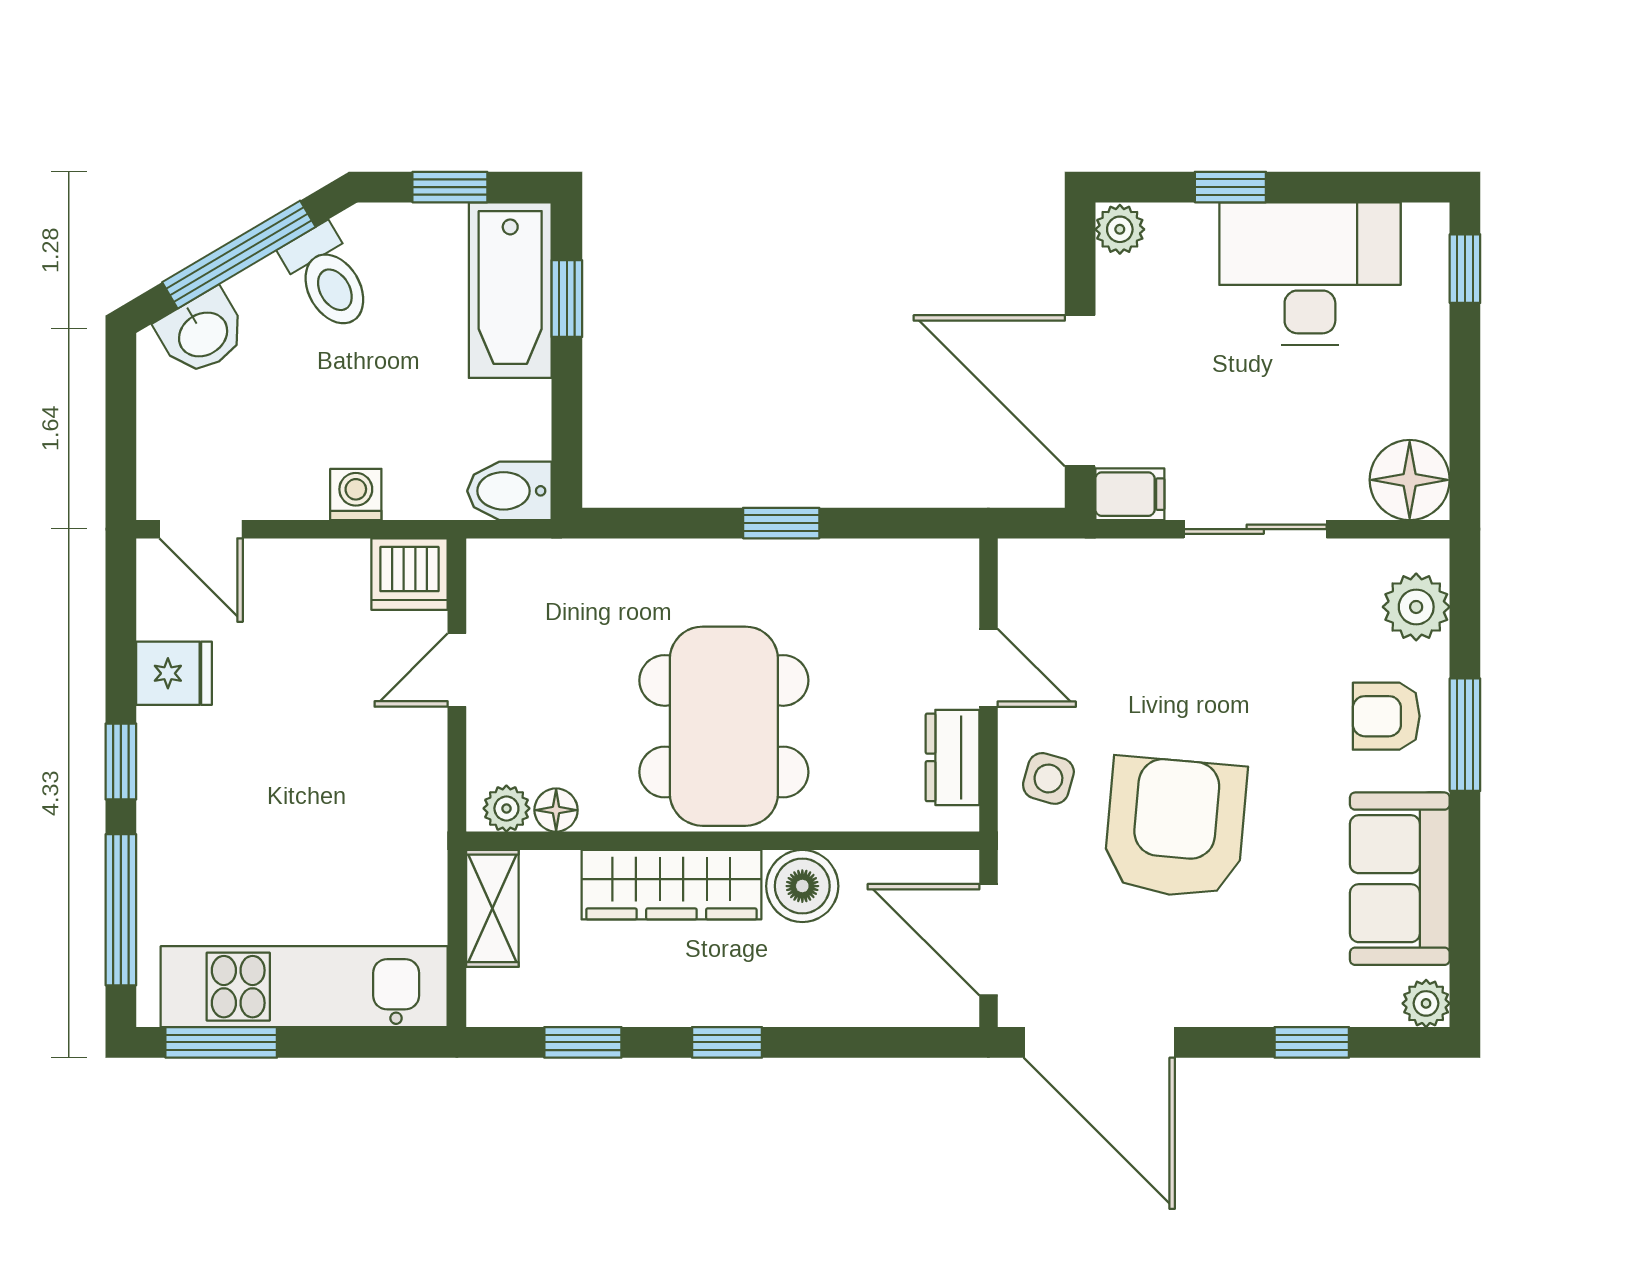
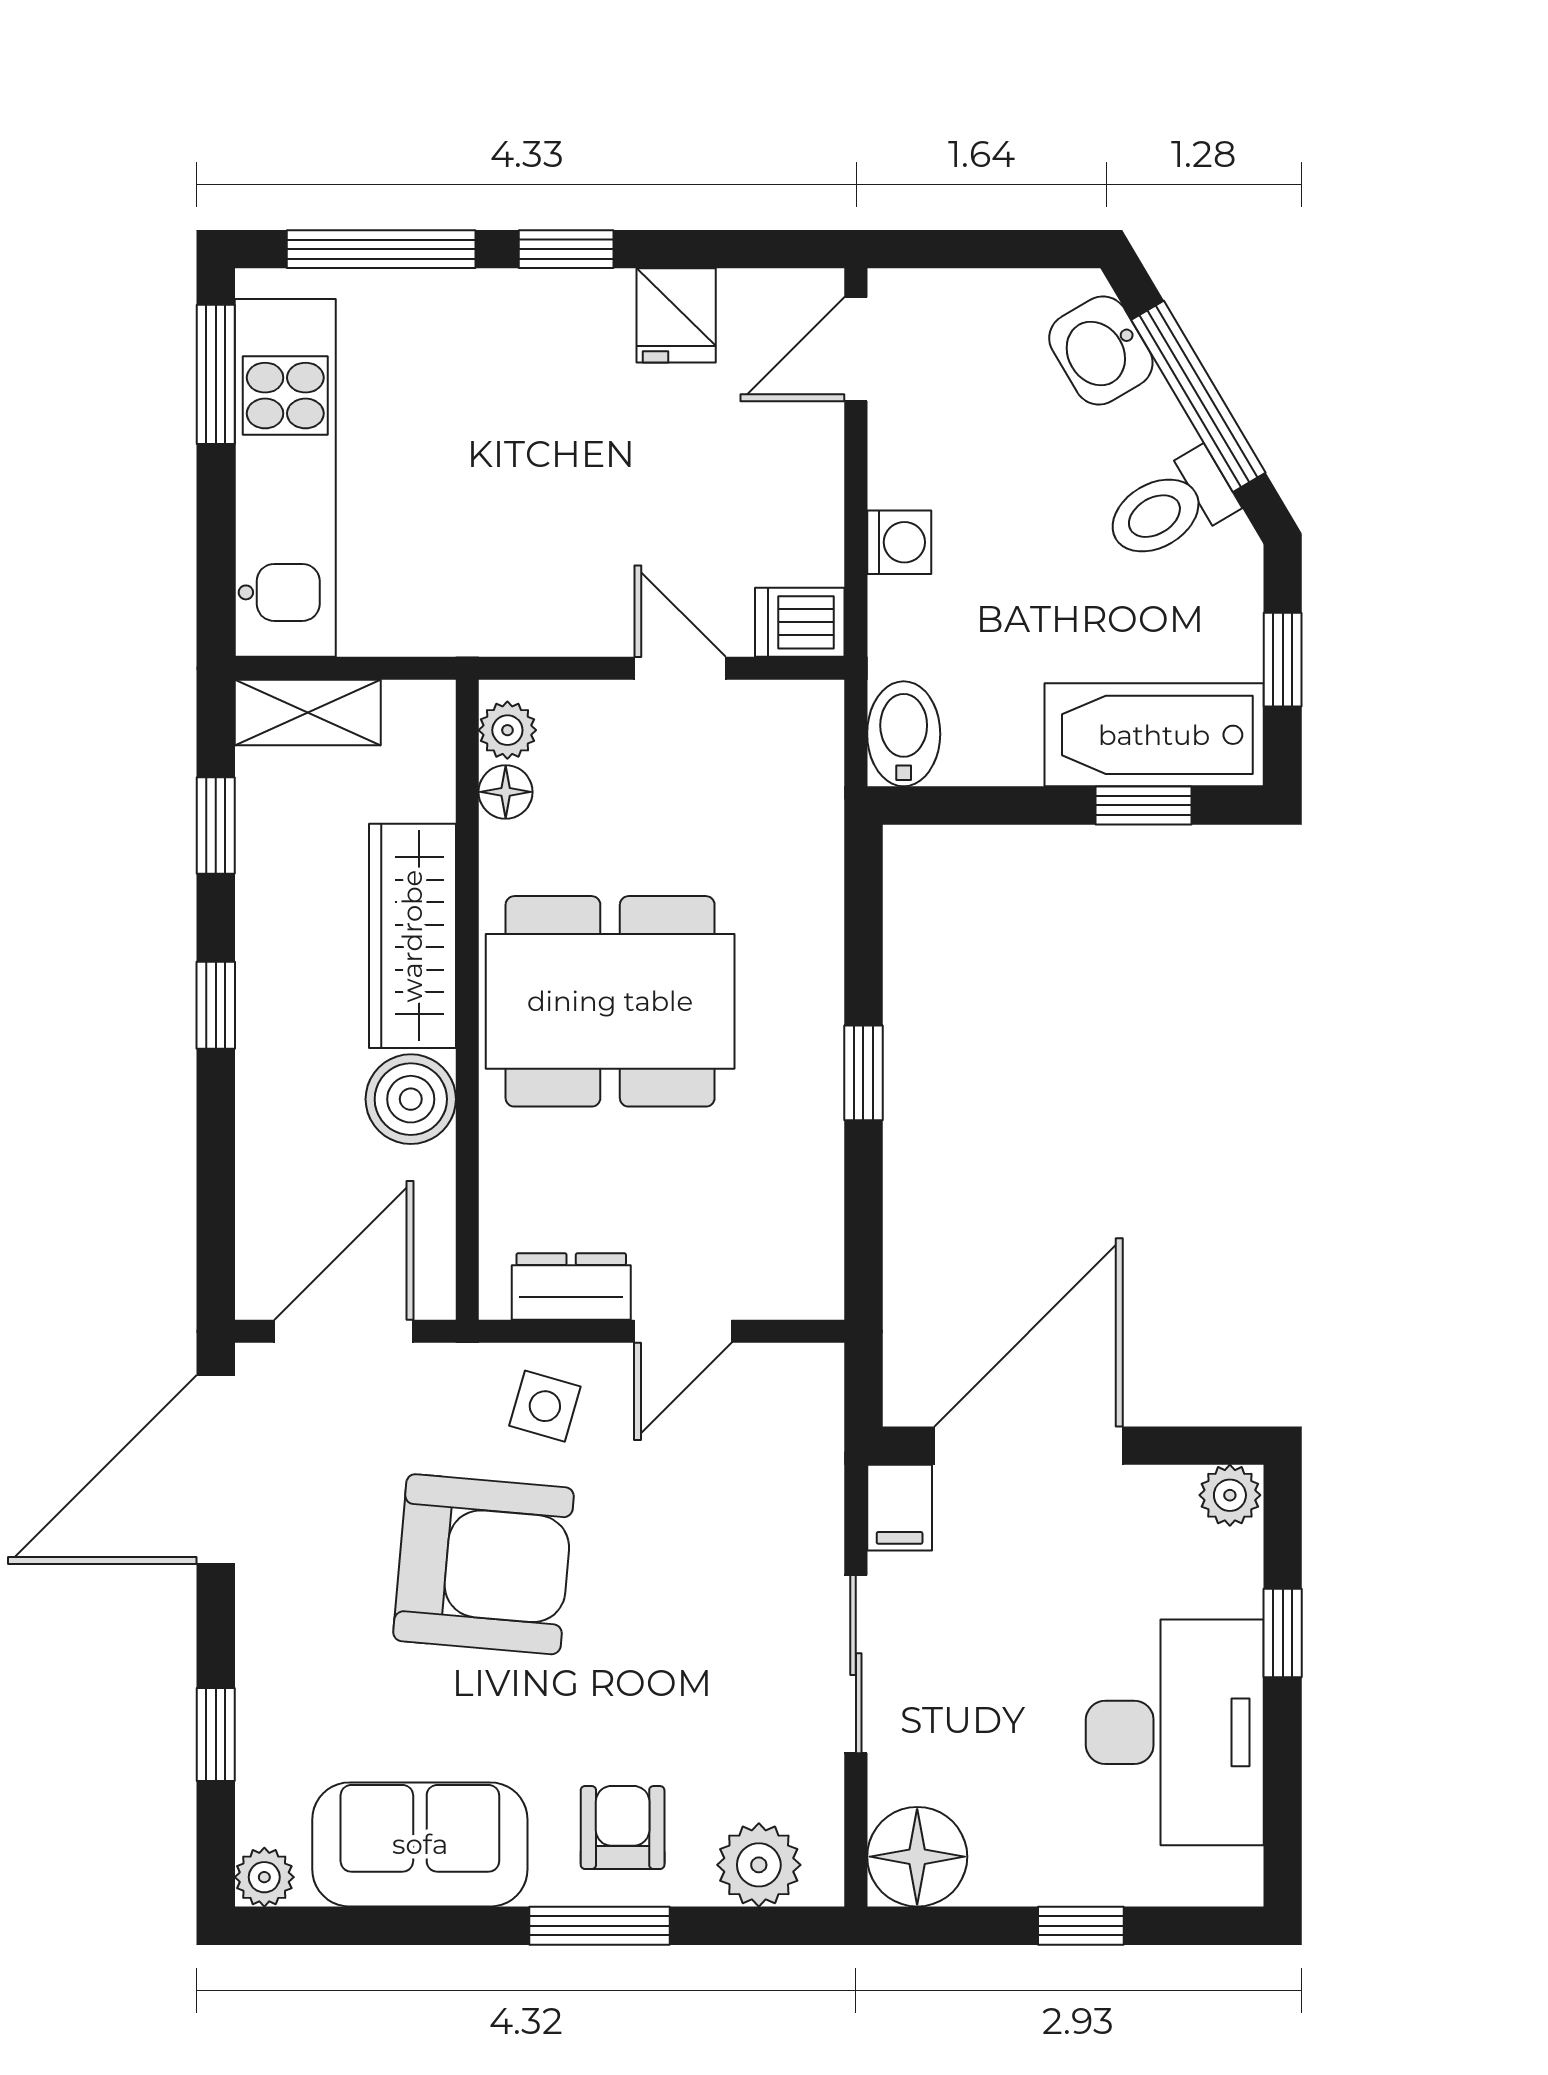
window: (1465, 269) -> (1081, 1926), moved
dishwasher: (410, 574) -> (800, 622), width x0.73
shelving: (492, 908) -> (308, 713), moved

